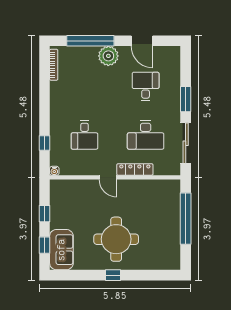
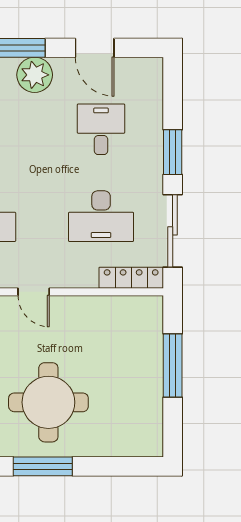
locker: (135, 169) -> (131, 278), moved
window: (186, 219) -> (173, 366), width x0.68
window: (113, 275) -> (43, 466), width x2.17

